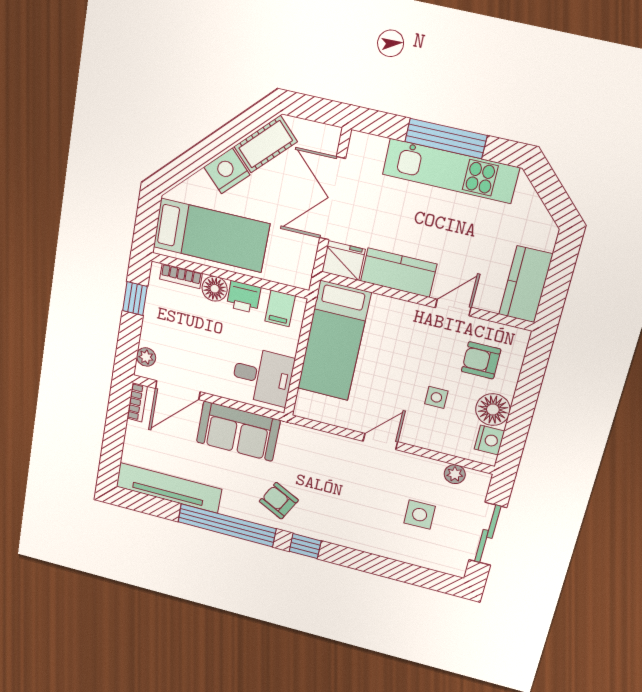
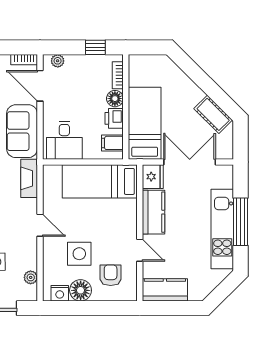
nightstand: (227, 171) -> (191, 93), removed
bed: (211, 235) -> (145, 123), moved, turned 180
side table: (436, 397) -> (79, 254), width x1.87, depth x1.87
fireplace: (308, 439) -> (29, 178), added

